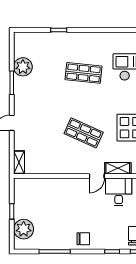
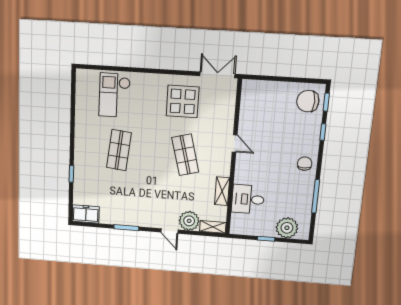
freezer: (22, 44) -> (86, 214), added
plant: (23, 67) -> (189, 221), moved
shop shelf: (84, 133) -> (185, 155), turned -39
shelving: (118, 168) -> (222, 191), moved
desk: (119, 192) -> (248, 199), moved

